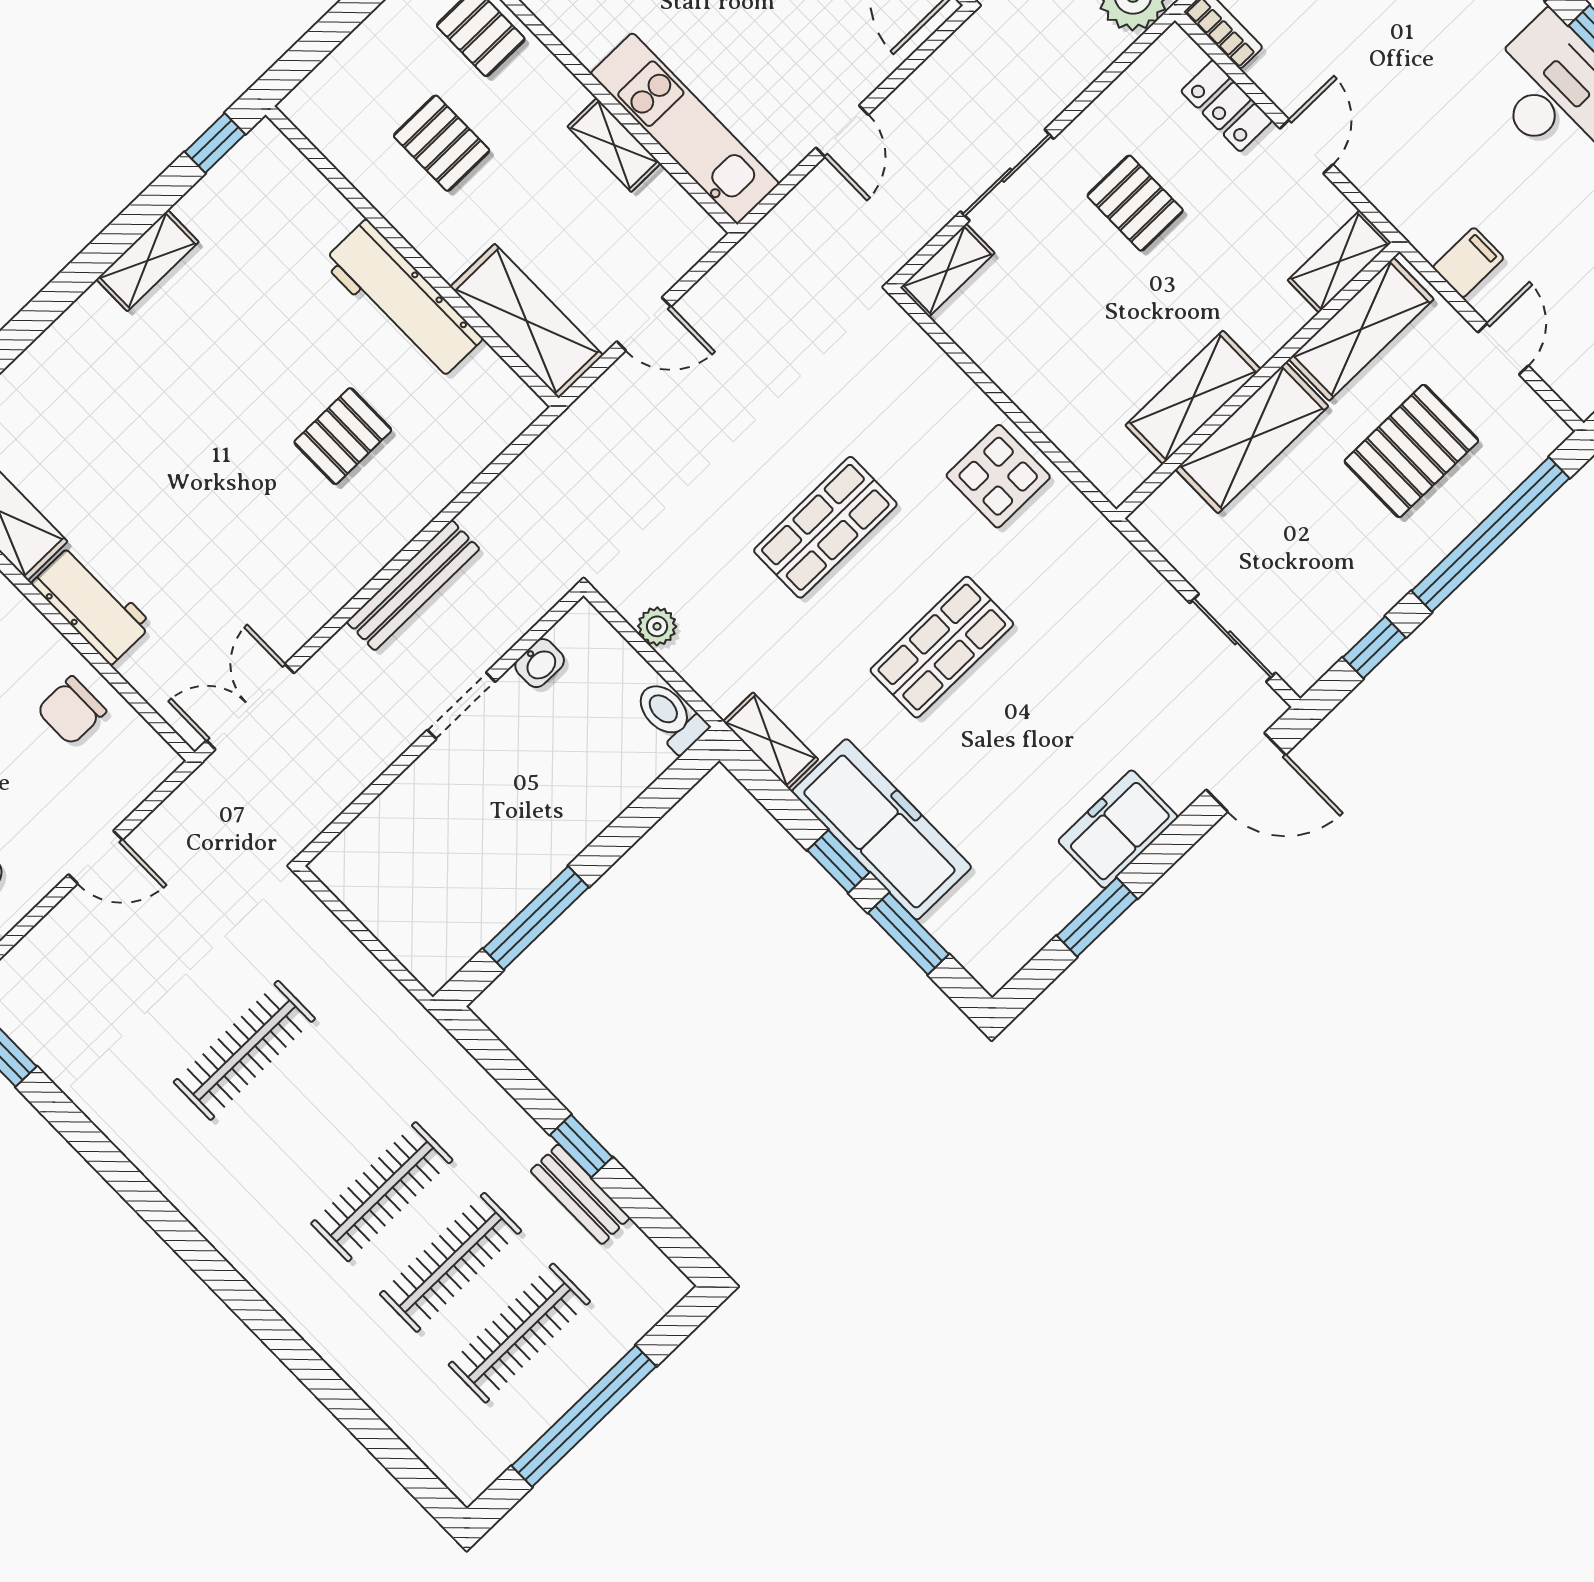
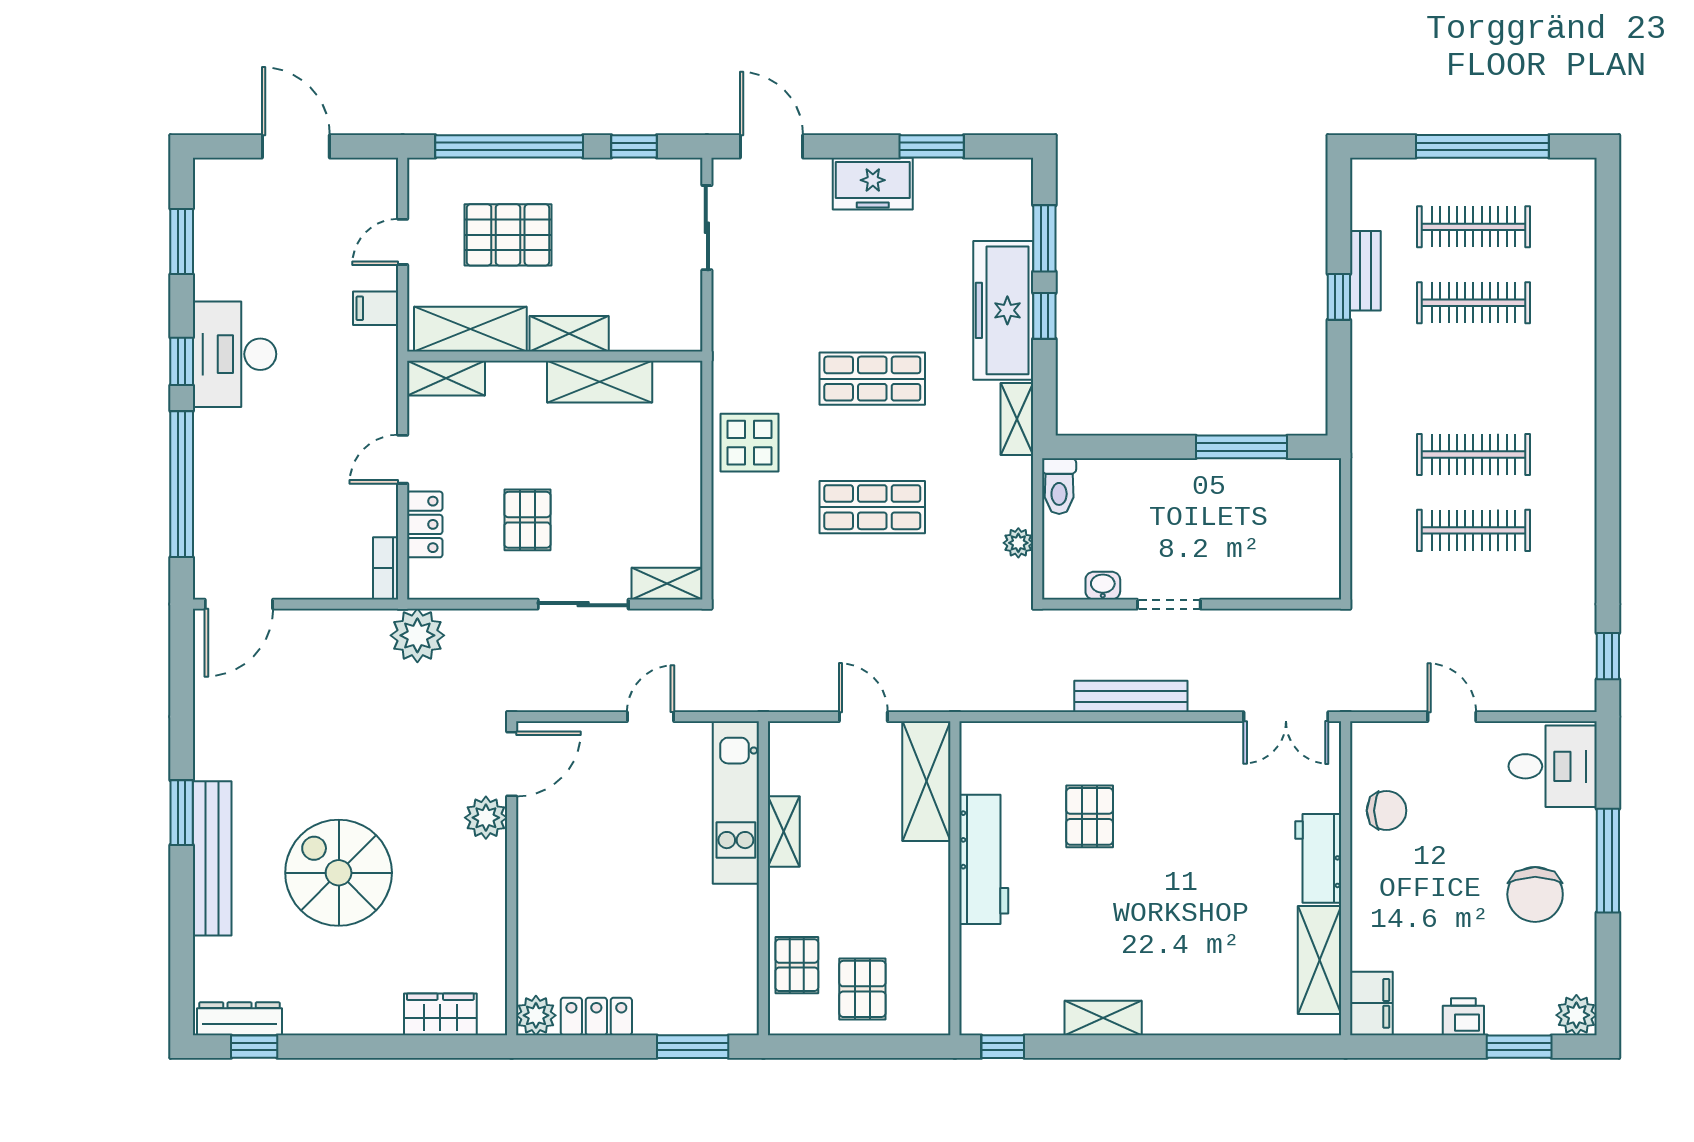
pallet: (442, 143) -> (862, 989), moved
pallet: (343, 436) -> (1090, 816), turned 90
shelving: (1252, 438) -> (569, 334), width x0.67, depth x0.75
clothes rail: (382, 1192) -> (1473, 454), moved

